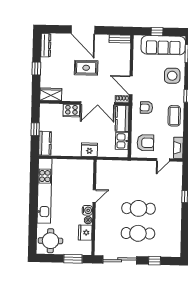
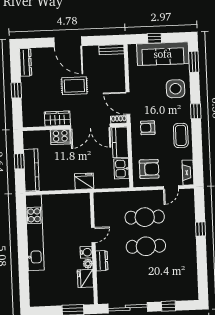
wardrobe: (51, 94) -> (57, 119), moved
kitchen counter: (45, 143) -> (31, 170), width x1.50
dresser: (100, 218) -> (102, 261), added
cafe table: (138, 233) -> (145, 217), moved
round table: (50, 241) -> (45, 290), removed

